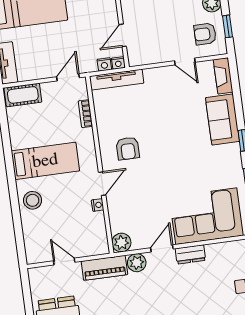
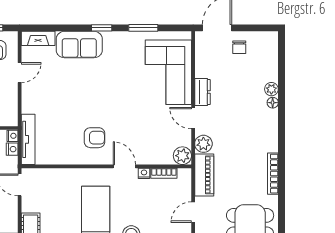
bookcase: (85, 114) -> (164, 173), moved

